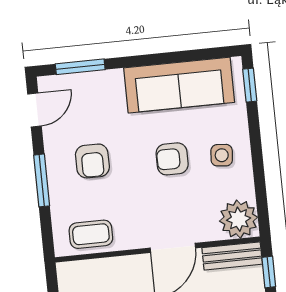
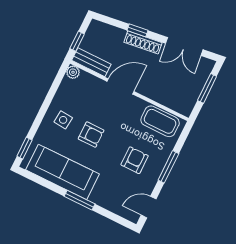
window: (80, 67) -> (80, 200), moved
plant: (239, 219) -> (73, 72), width x0.53, depth x0.53
coffee table: (91, 234) -> (160, 121), width x1.36, depth x1.30

